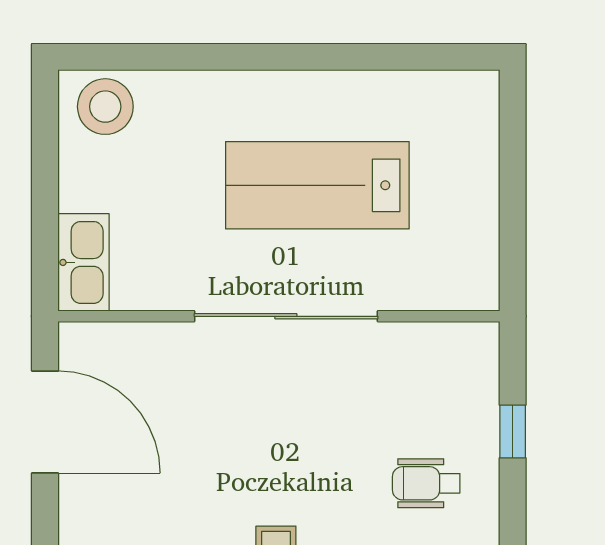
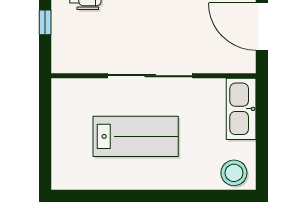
kitchen sink: (84, 262) -> (241, 109), width x1.36, depth x1.24

